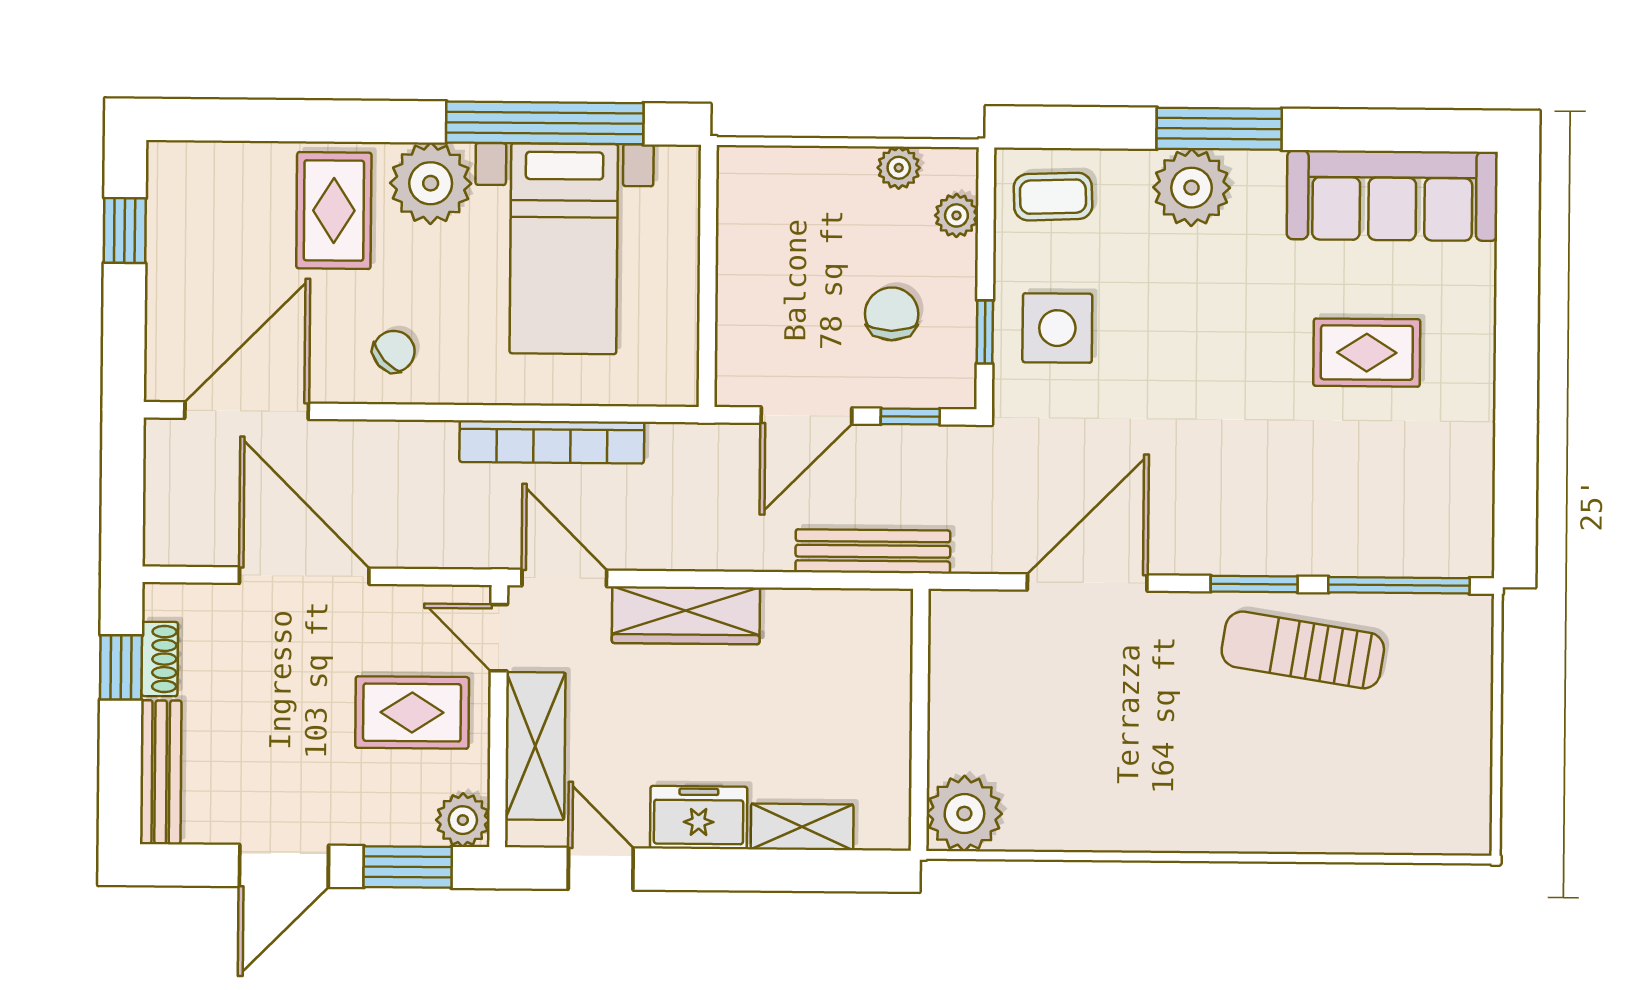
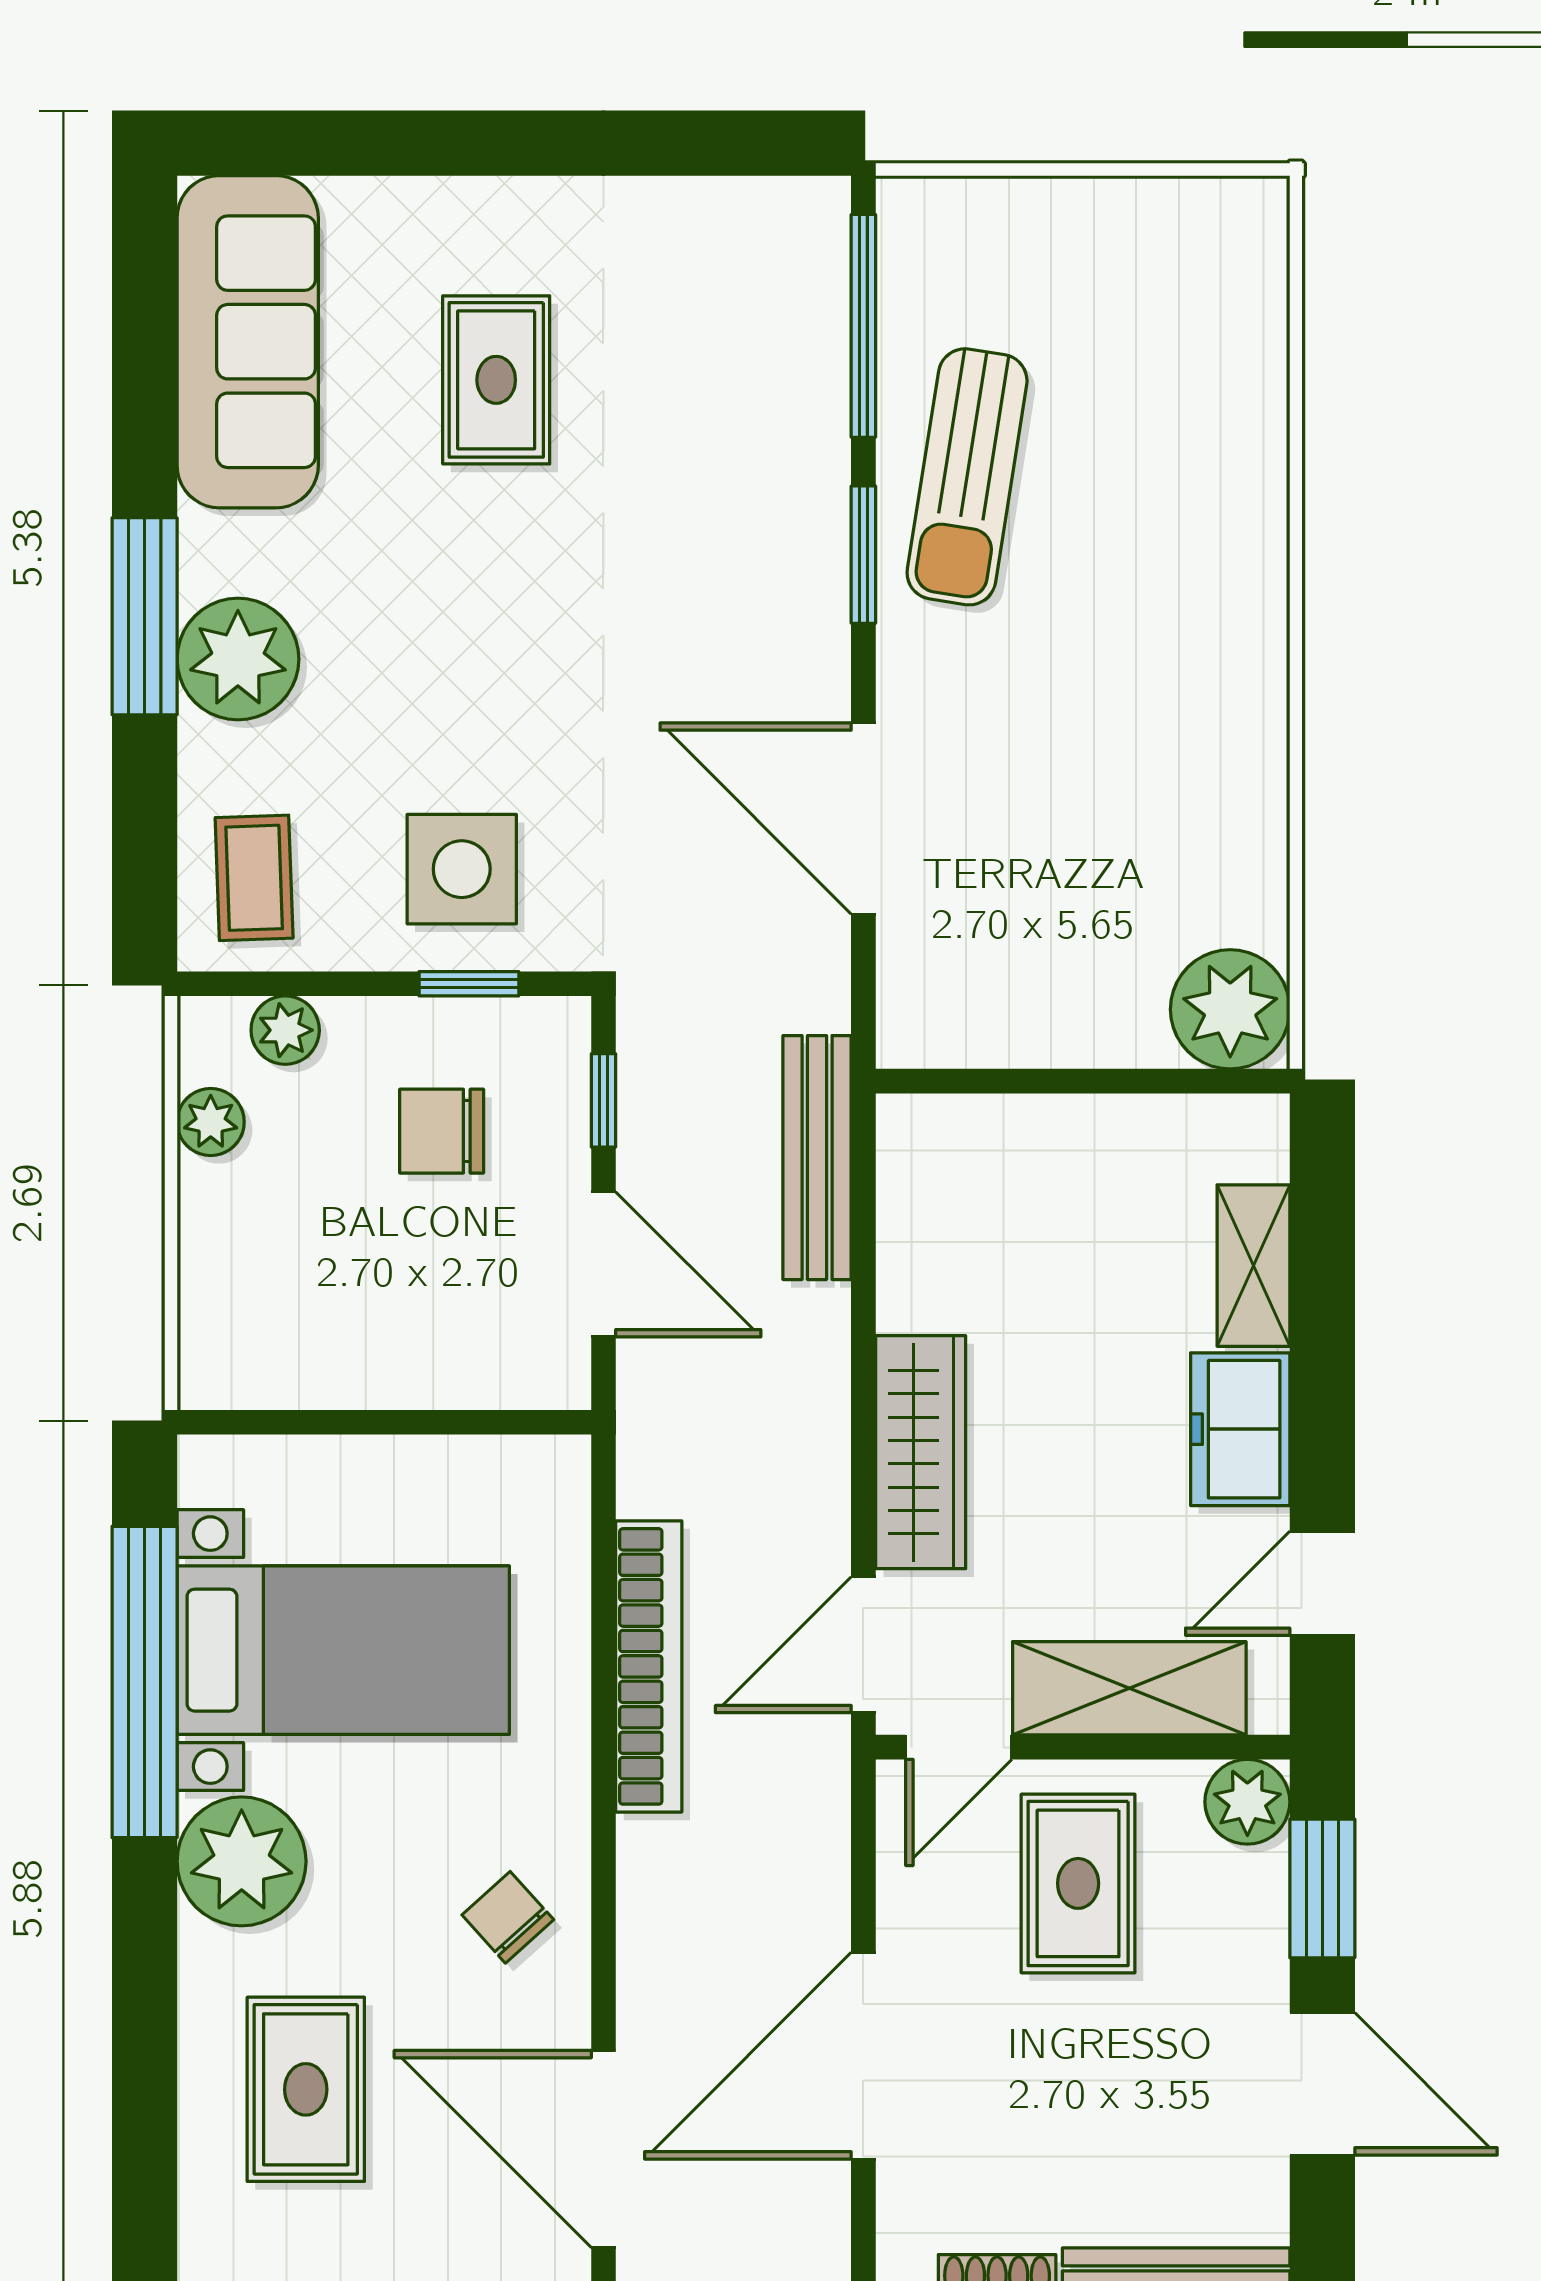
rug: (334, 210) -> (306, 2089), moved, turned 90

